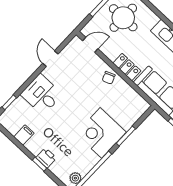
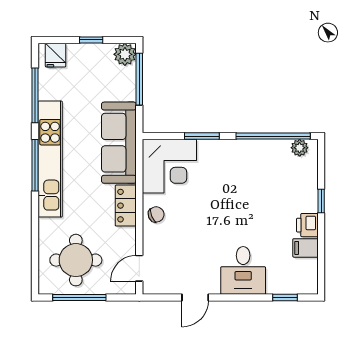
door: (90, 45) -> (139, 268), hinge flipped
corner desk: (101, 133) -> (169, 166), moved
printer: (46, 158) -> (307, 225), moved

